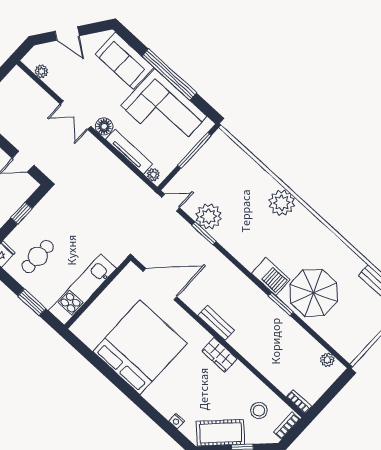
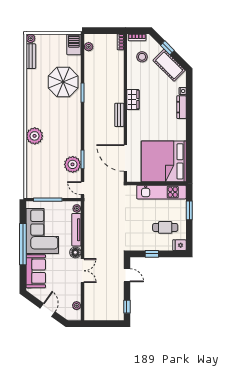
barbecue: (271, 276) -> (74, 44), moved
bed: (140, 347) -> (164, 161), moved
dresser: (159, 403) -> (181, 107), added

